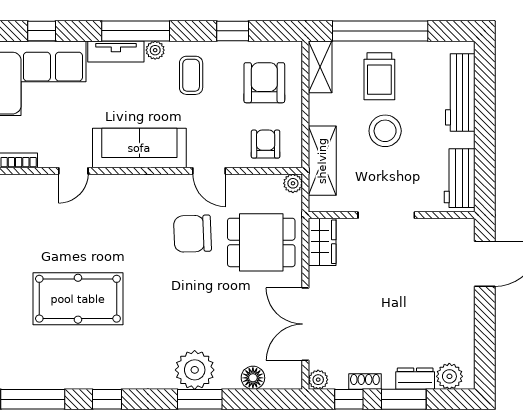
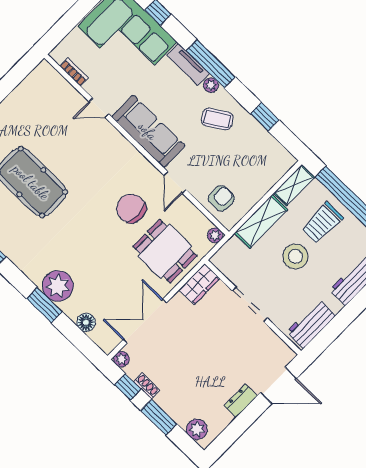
coffee table: (191, 75) -> (217, 119), turned 58
armchair: (264, 83) -> (254, 163), removed
shelving: (322, 161) -> (261, 221), moved
dresser: (415, 379) -> (241, 401), moved, turned -90

